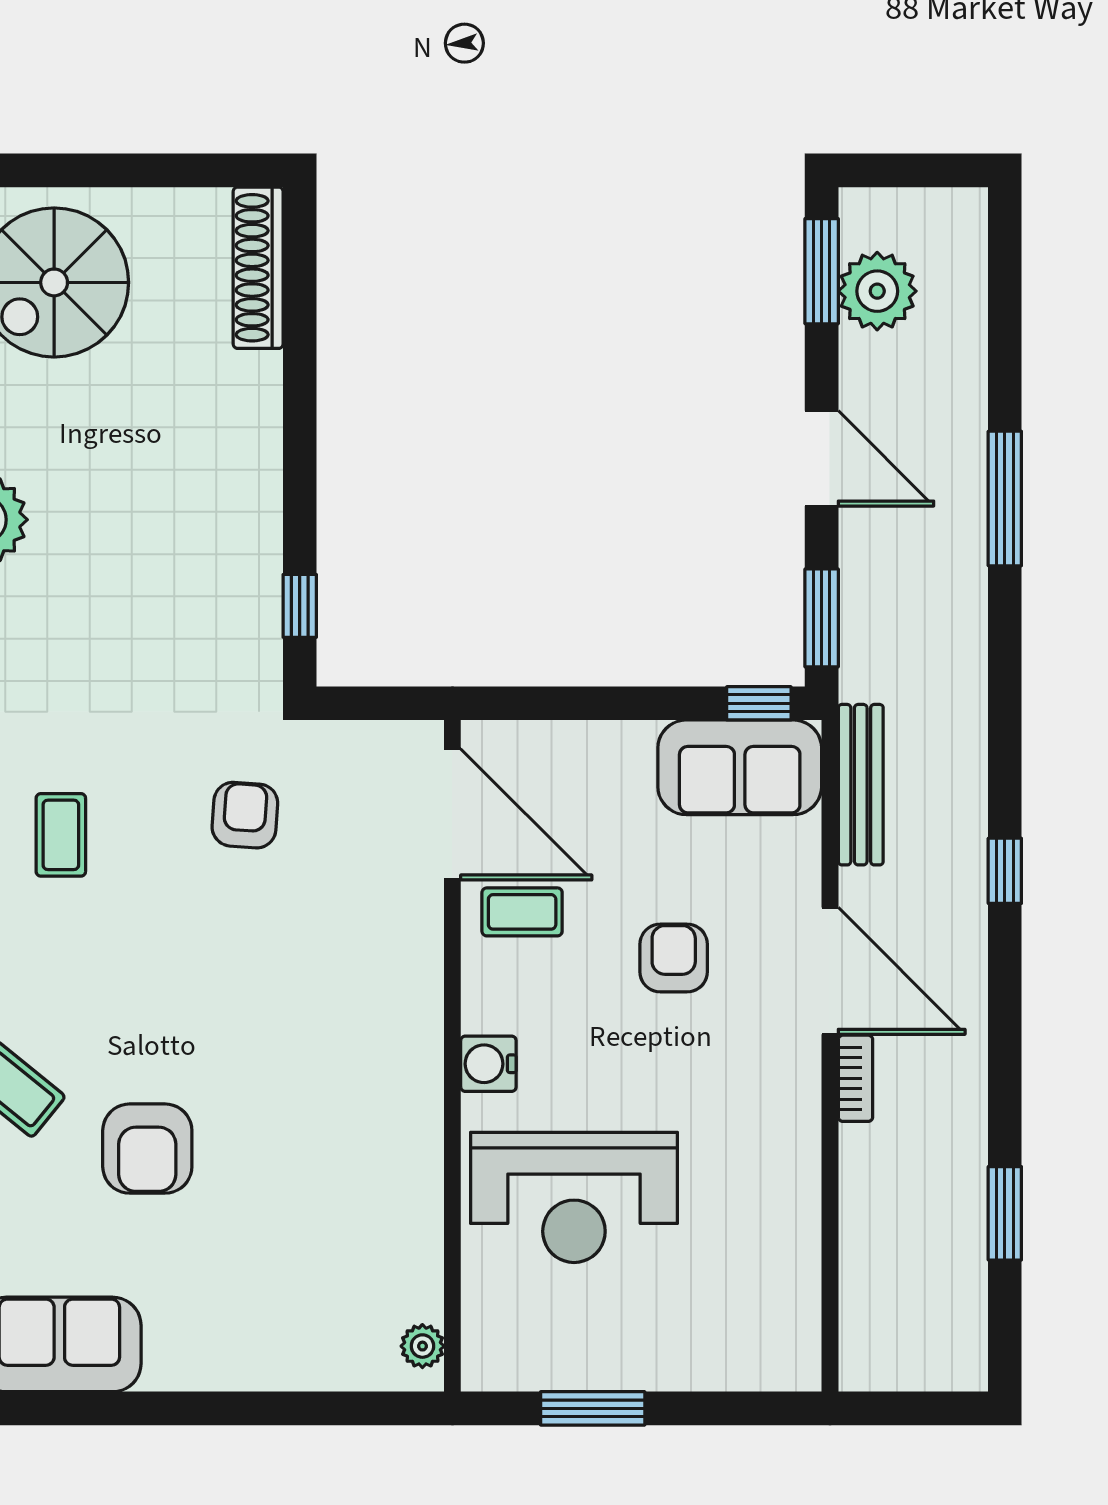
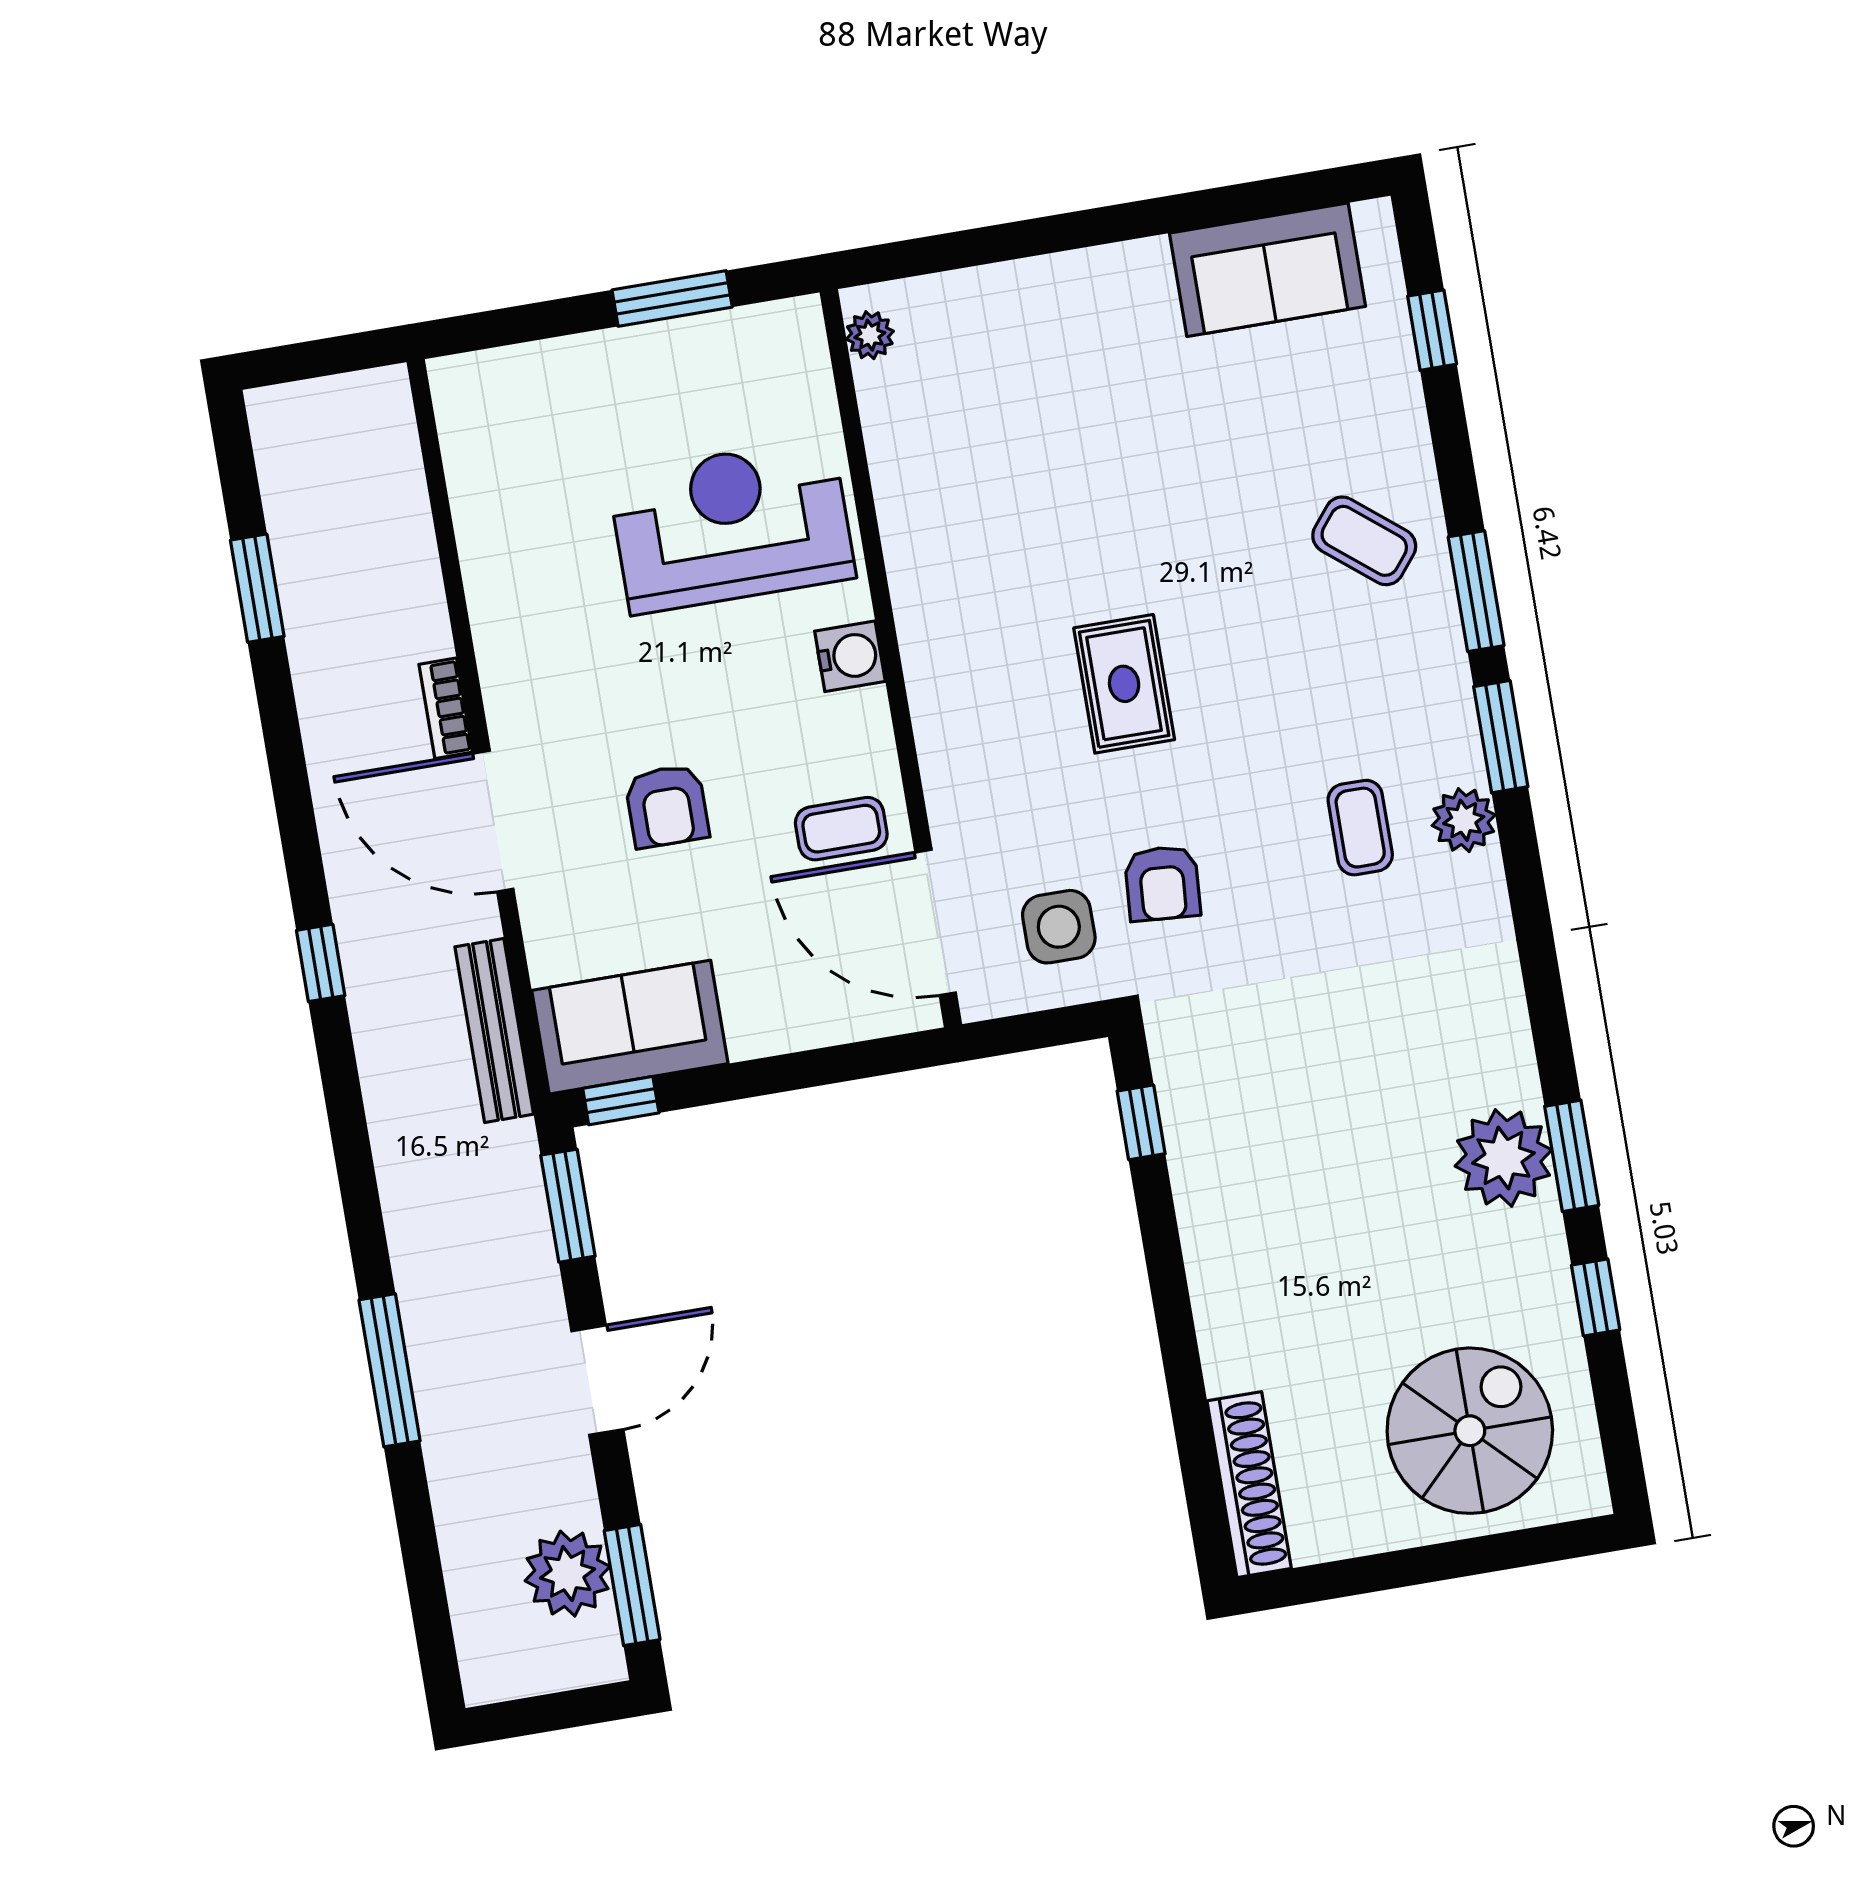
door: (822, 458) -> (597, 1380), swing flipped
side table: (344, 792) -> (1059, 927), added
rug: (249, 998) -> (1124, 684), added
armchair: (147, 1149) -> (1208, 500), removed

